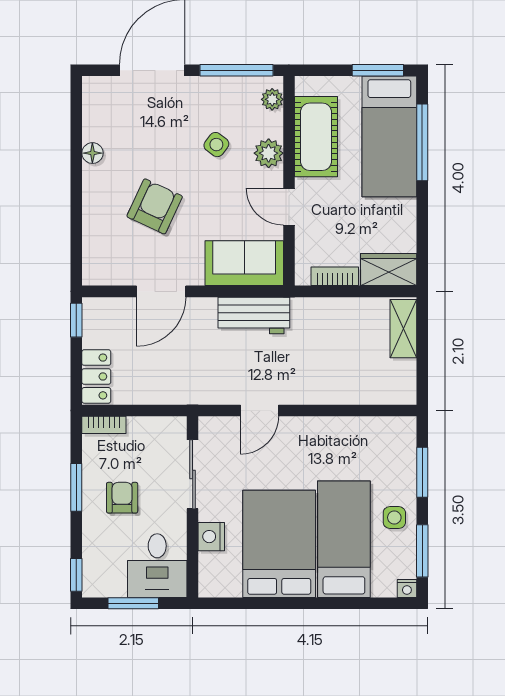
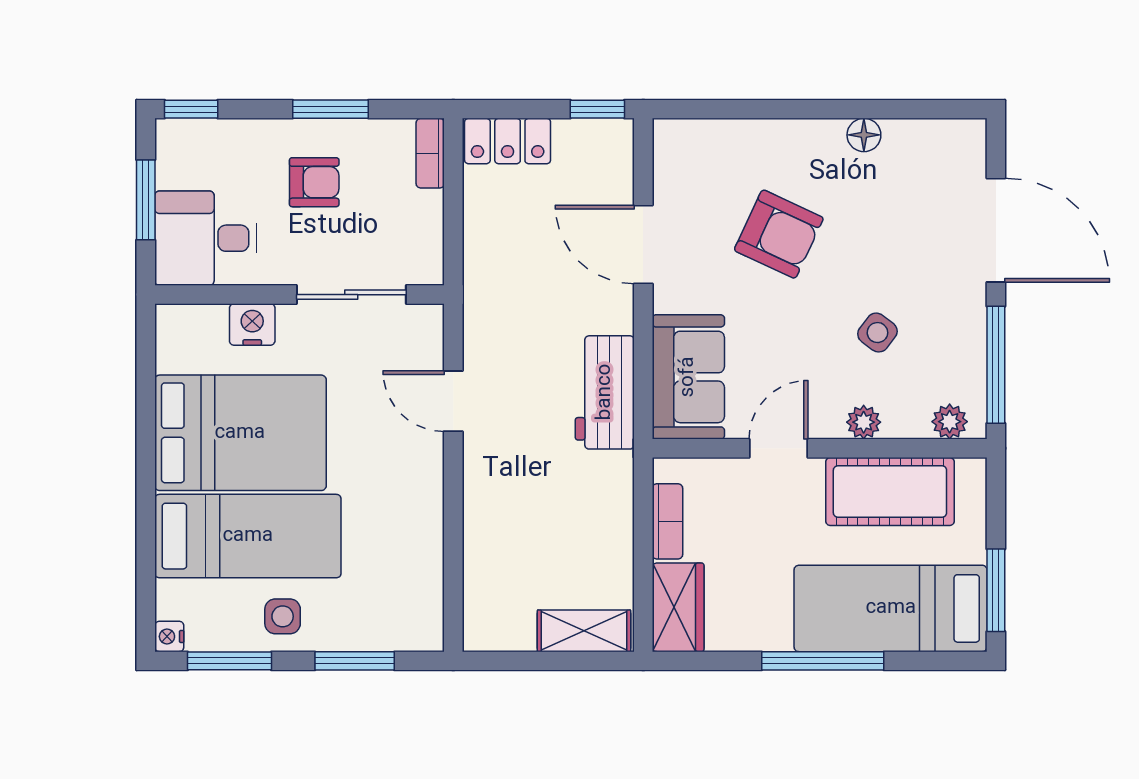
window: (422, 142) -> (823, 661), moved
plant: (269, 153) -> (864, 422), width x0.73, depth x0.73

